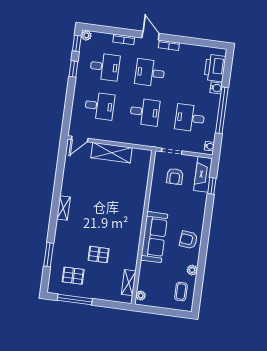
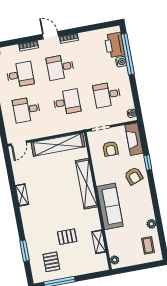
desk: (100, 106) -> (27, 110), turned 180
window: (222, 110) -> (128, 54), moved
shelving: (111, 153) -> (58, 145), width x1.47
window: (212, 186) -> (148, 163), moved
shelving: (137, 205) -> (86, 184), added
shelving: (63, 208) -> (22, 195), moved
armchair: (188, 240) -> (134, 176), moved, turned -116
pallet: (73, 276) -> (51, 262), turned 90
shelving: (129, 283) -> (99, 242), moved

